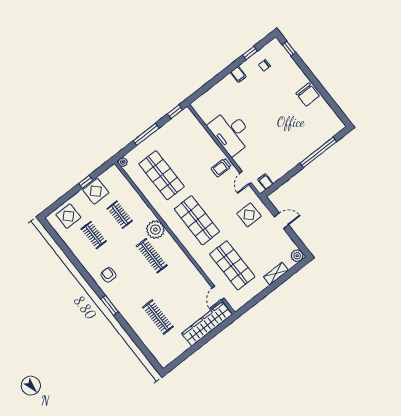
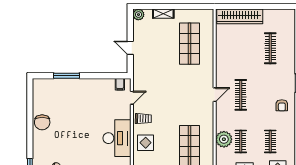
chair: (308, 95) -> (42, 122), turned 180
window: (318, 152) -> (66, 76), width x0.68
display table: (249, 215) -> (146, 143), moved
shop shelf: (197, 220) -> (189, 95), removed
plant: (155, 230) -> (224, 139), moved
door: (218, 293) -> (215, 95), moved

